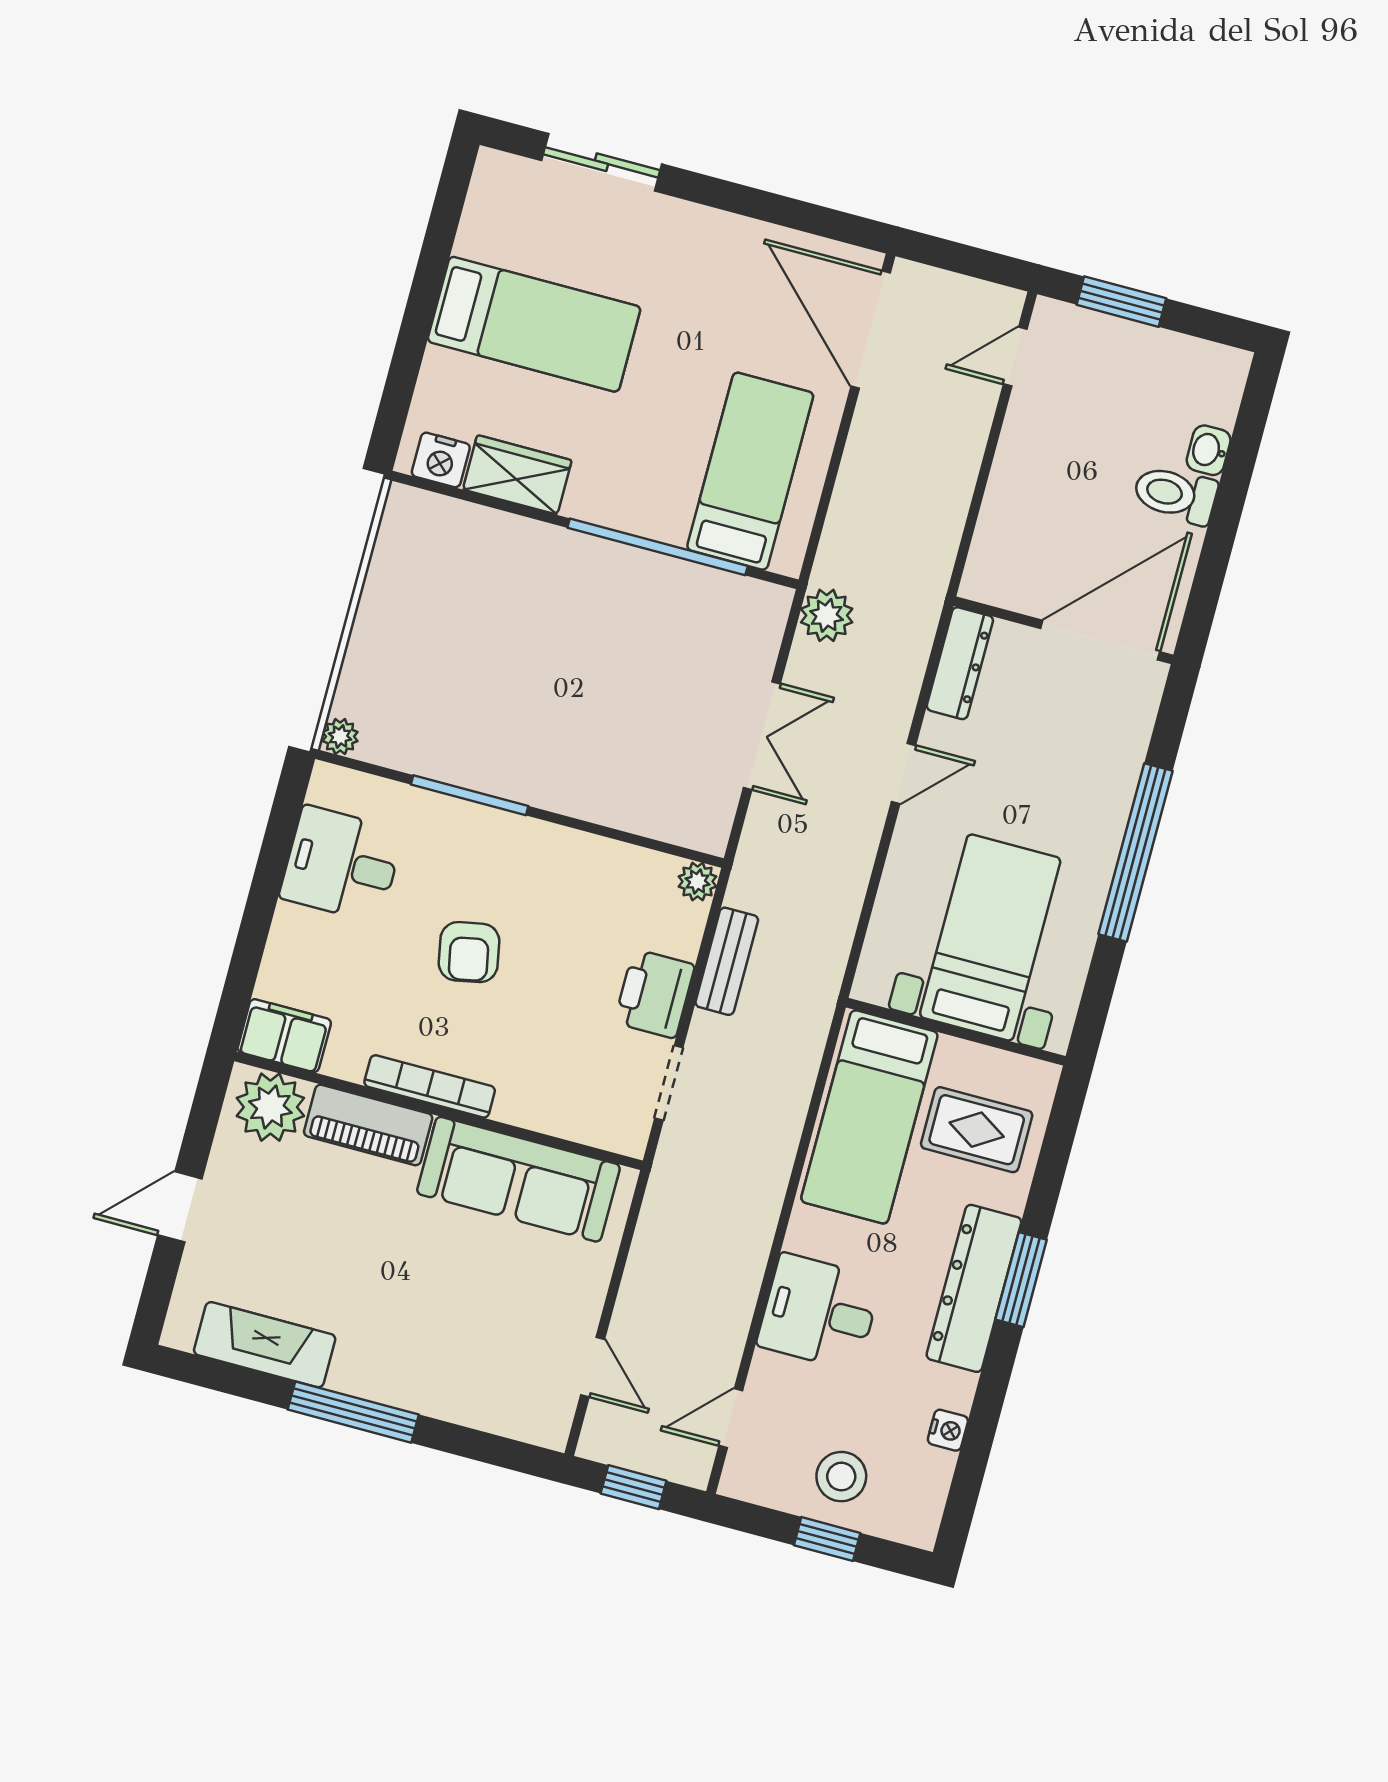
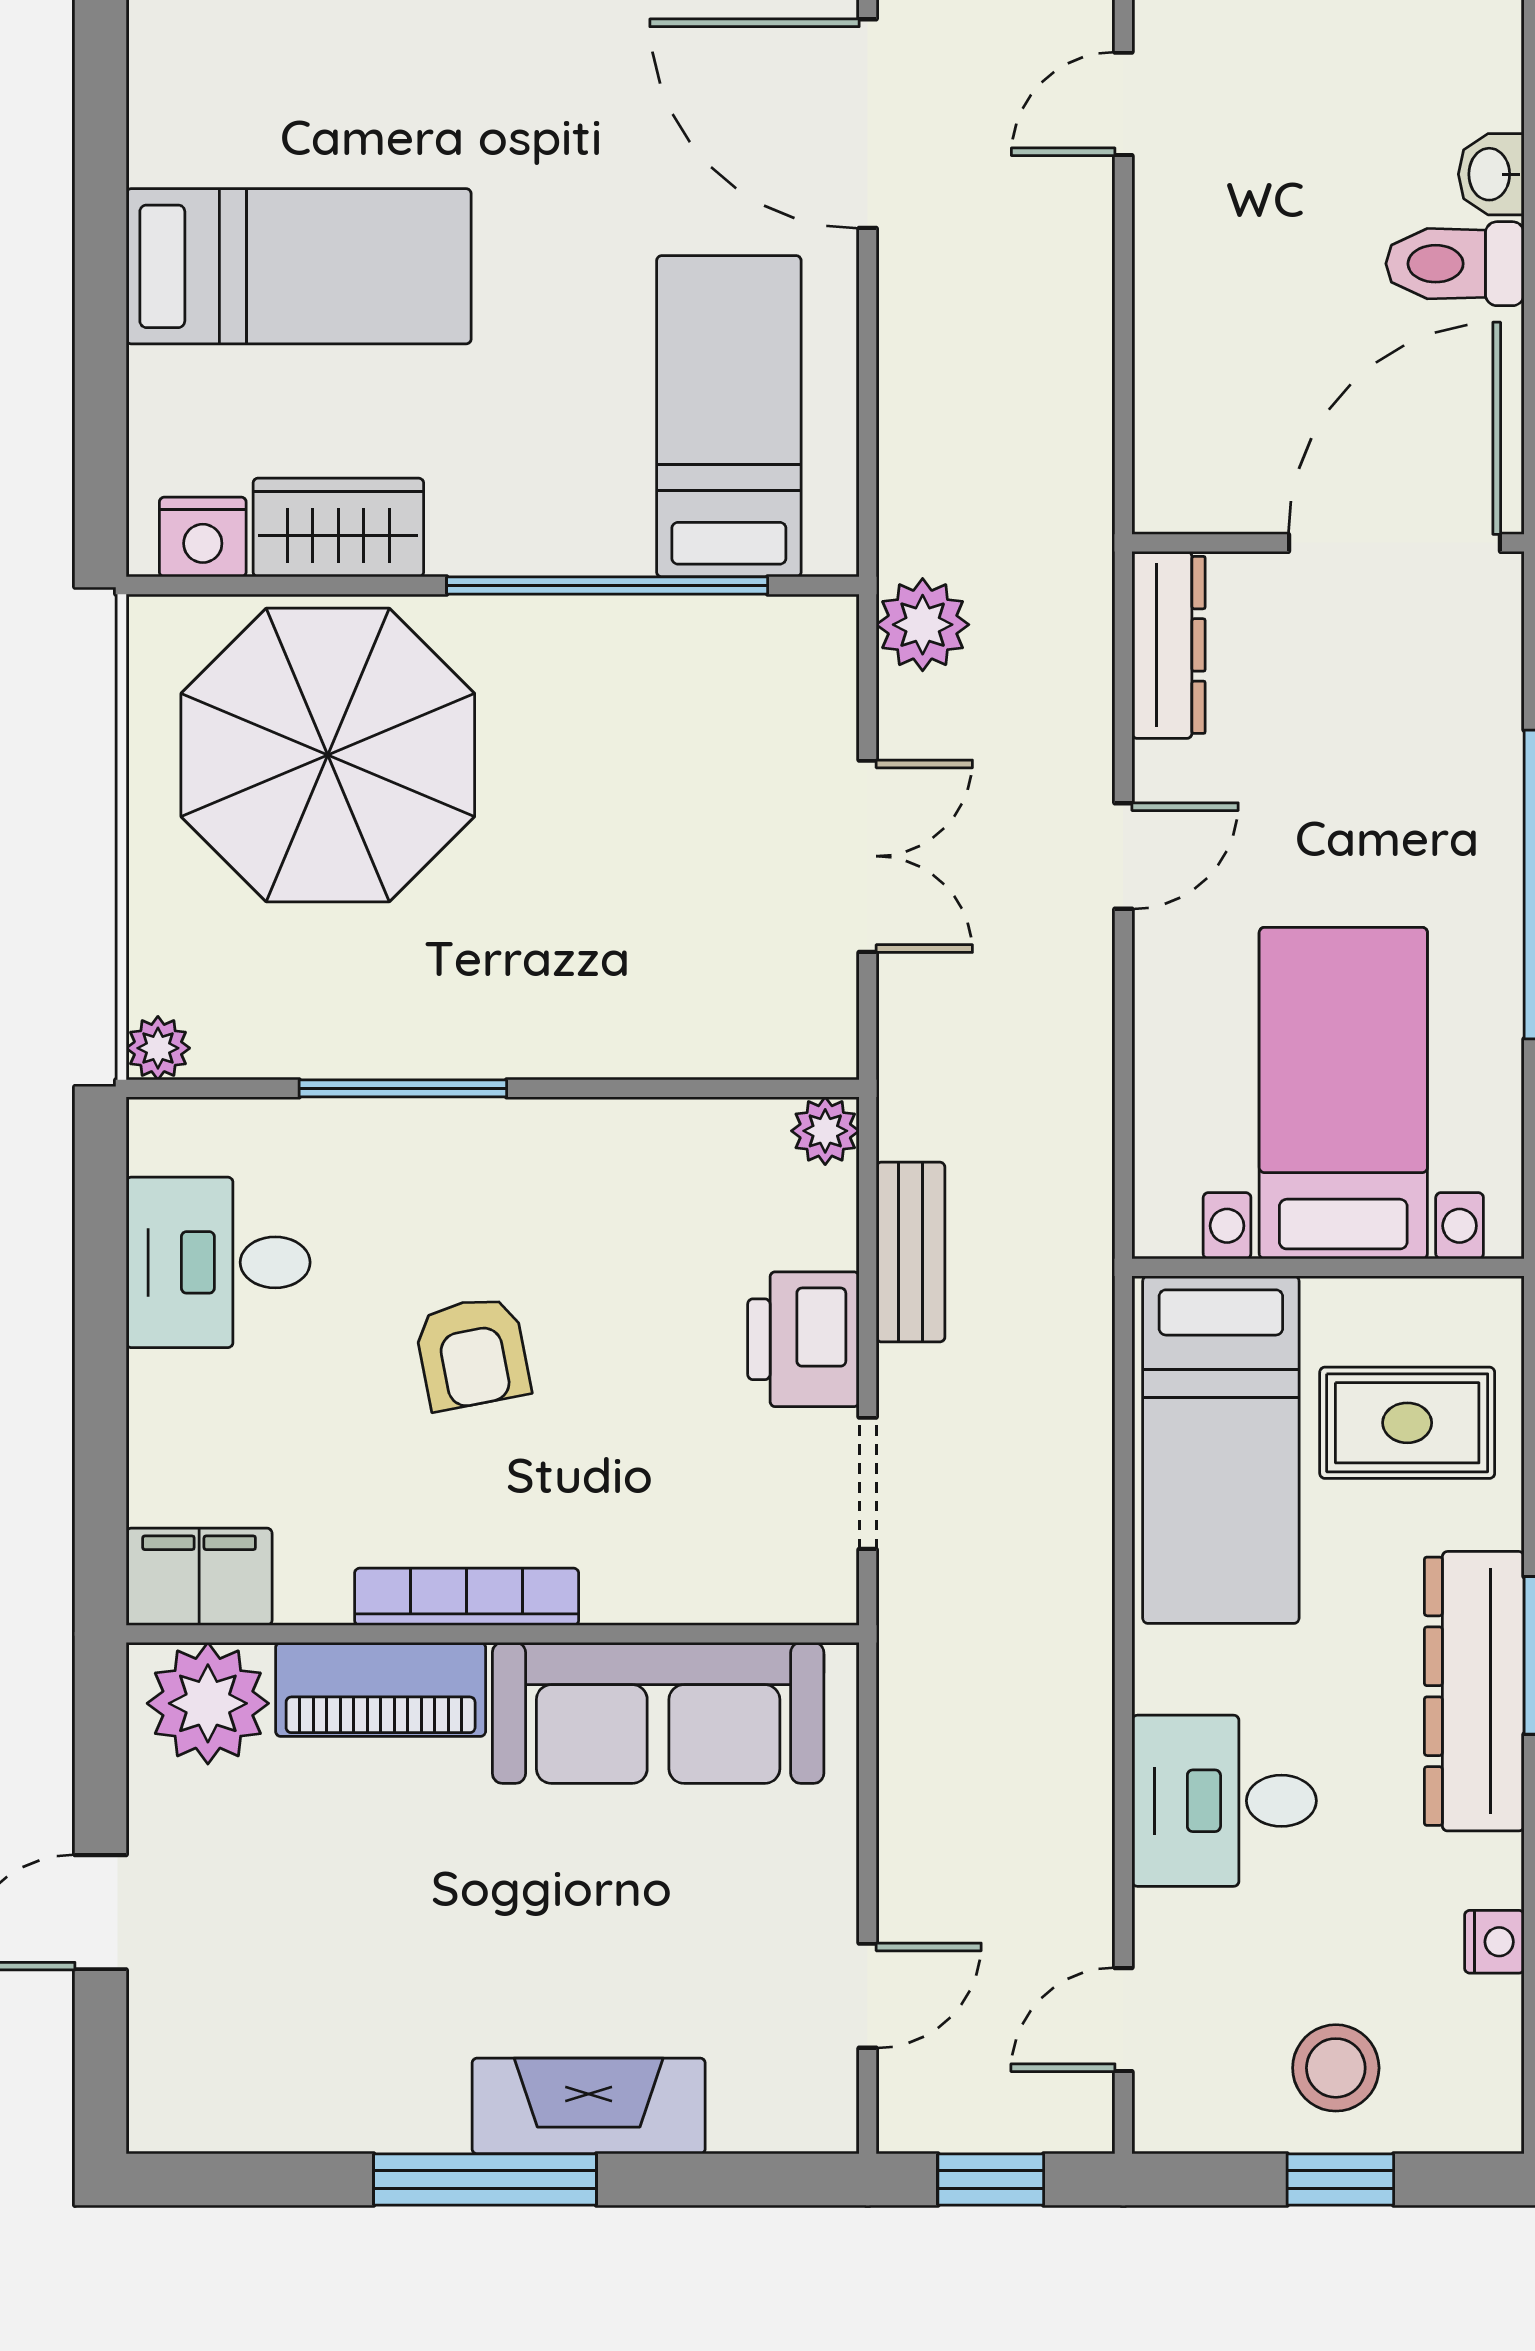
parasol: (478, 599) -> (328, 755), added
fireplace: (265, 1345) -> (589, 2106), moved
door: (593, 1367) -> (868, 1996), hinge flipped

